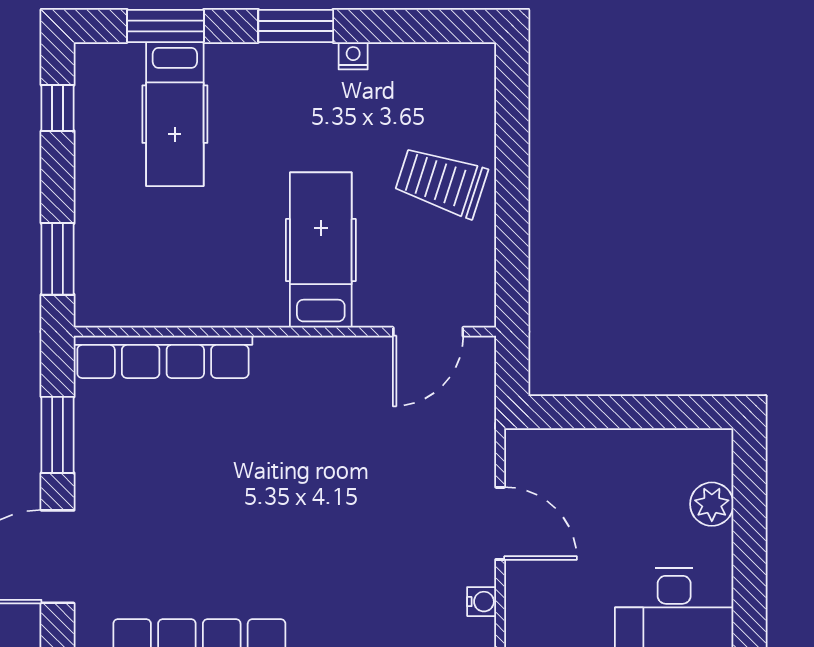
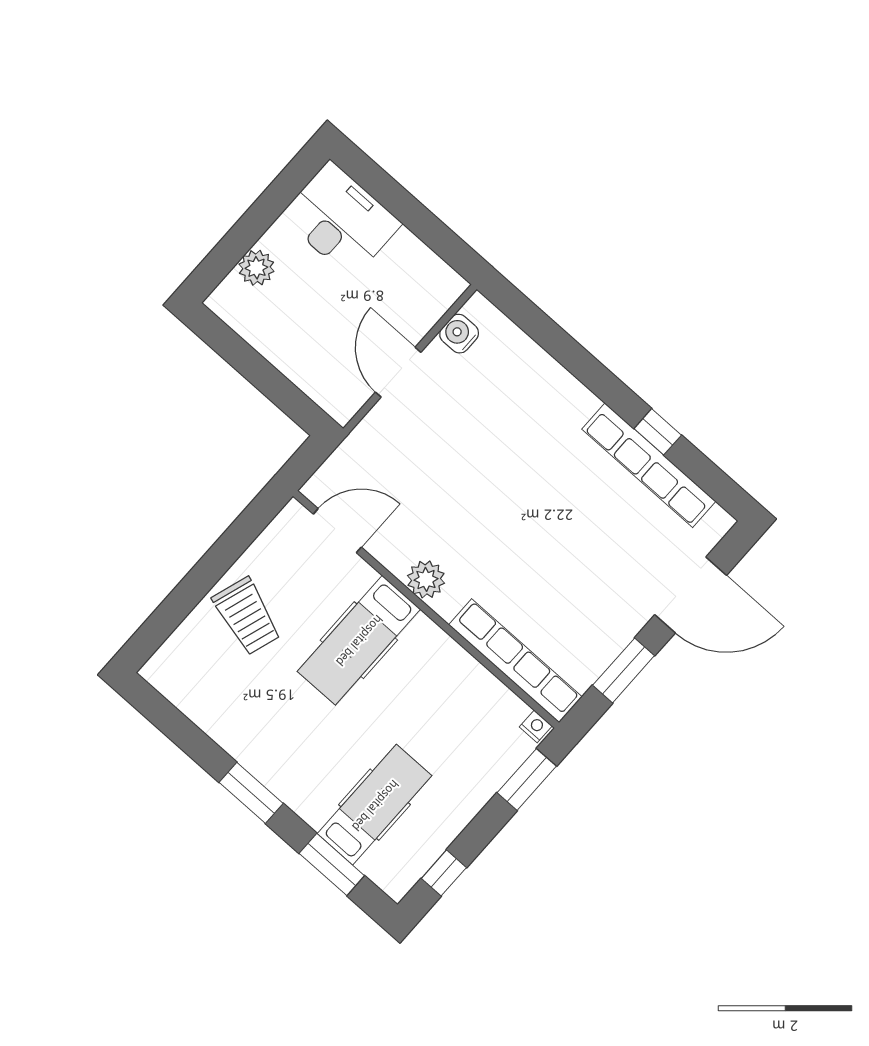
nightstand: (353, 56) -> (536, 726), moved, turned 180
plant: (309, 359) -> (426, 579), added
water cooler: (482, 602) -> (459, 334), width x1.38, depth x1.38

